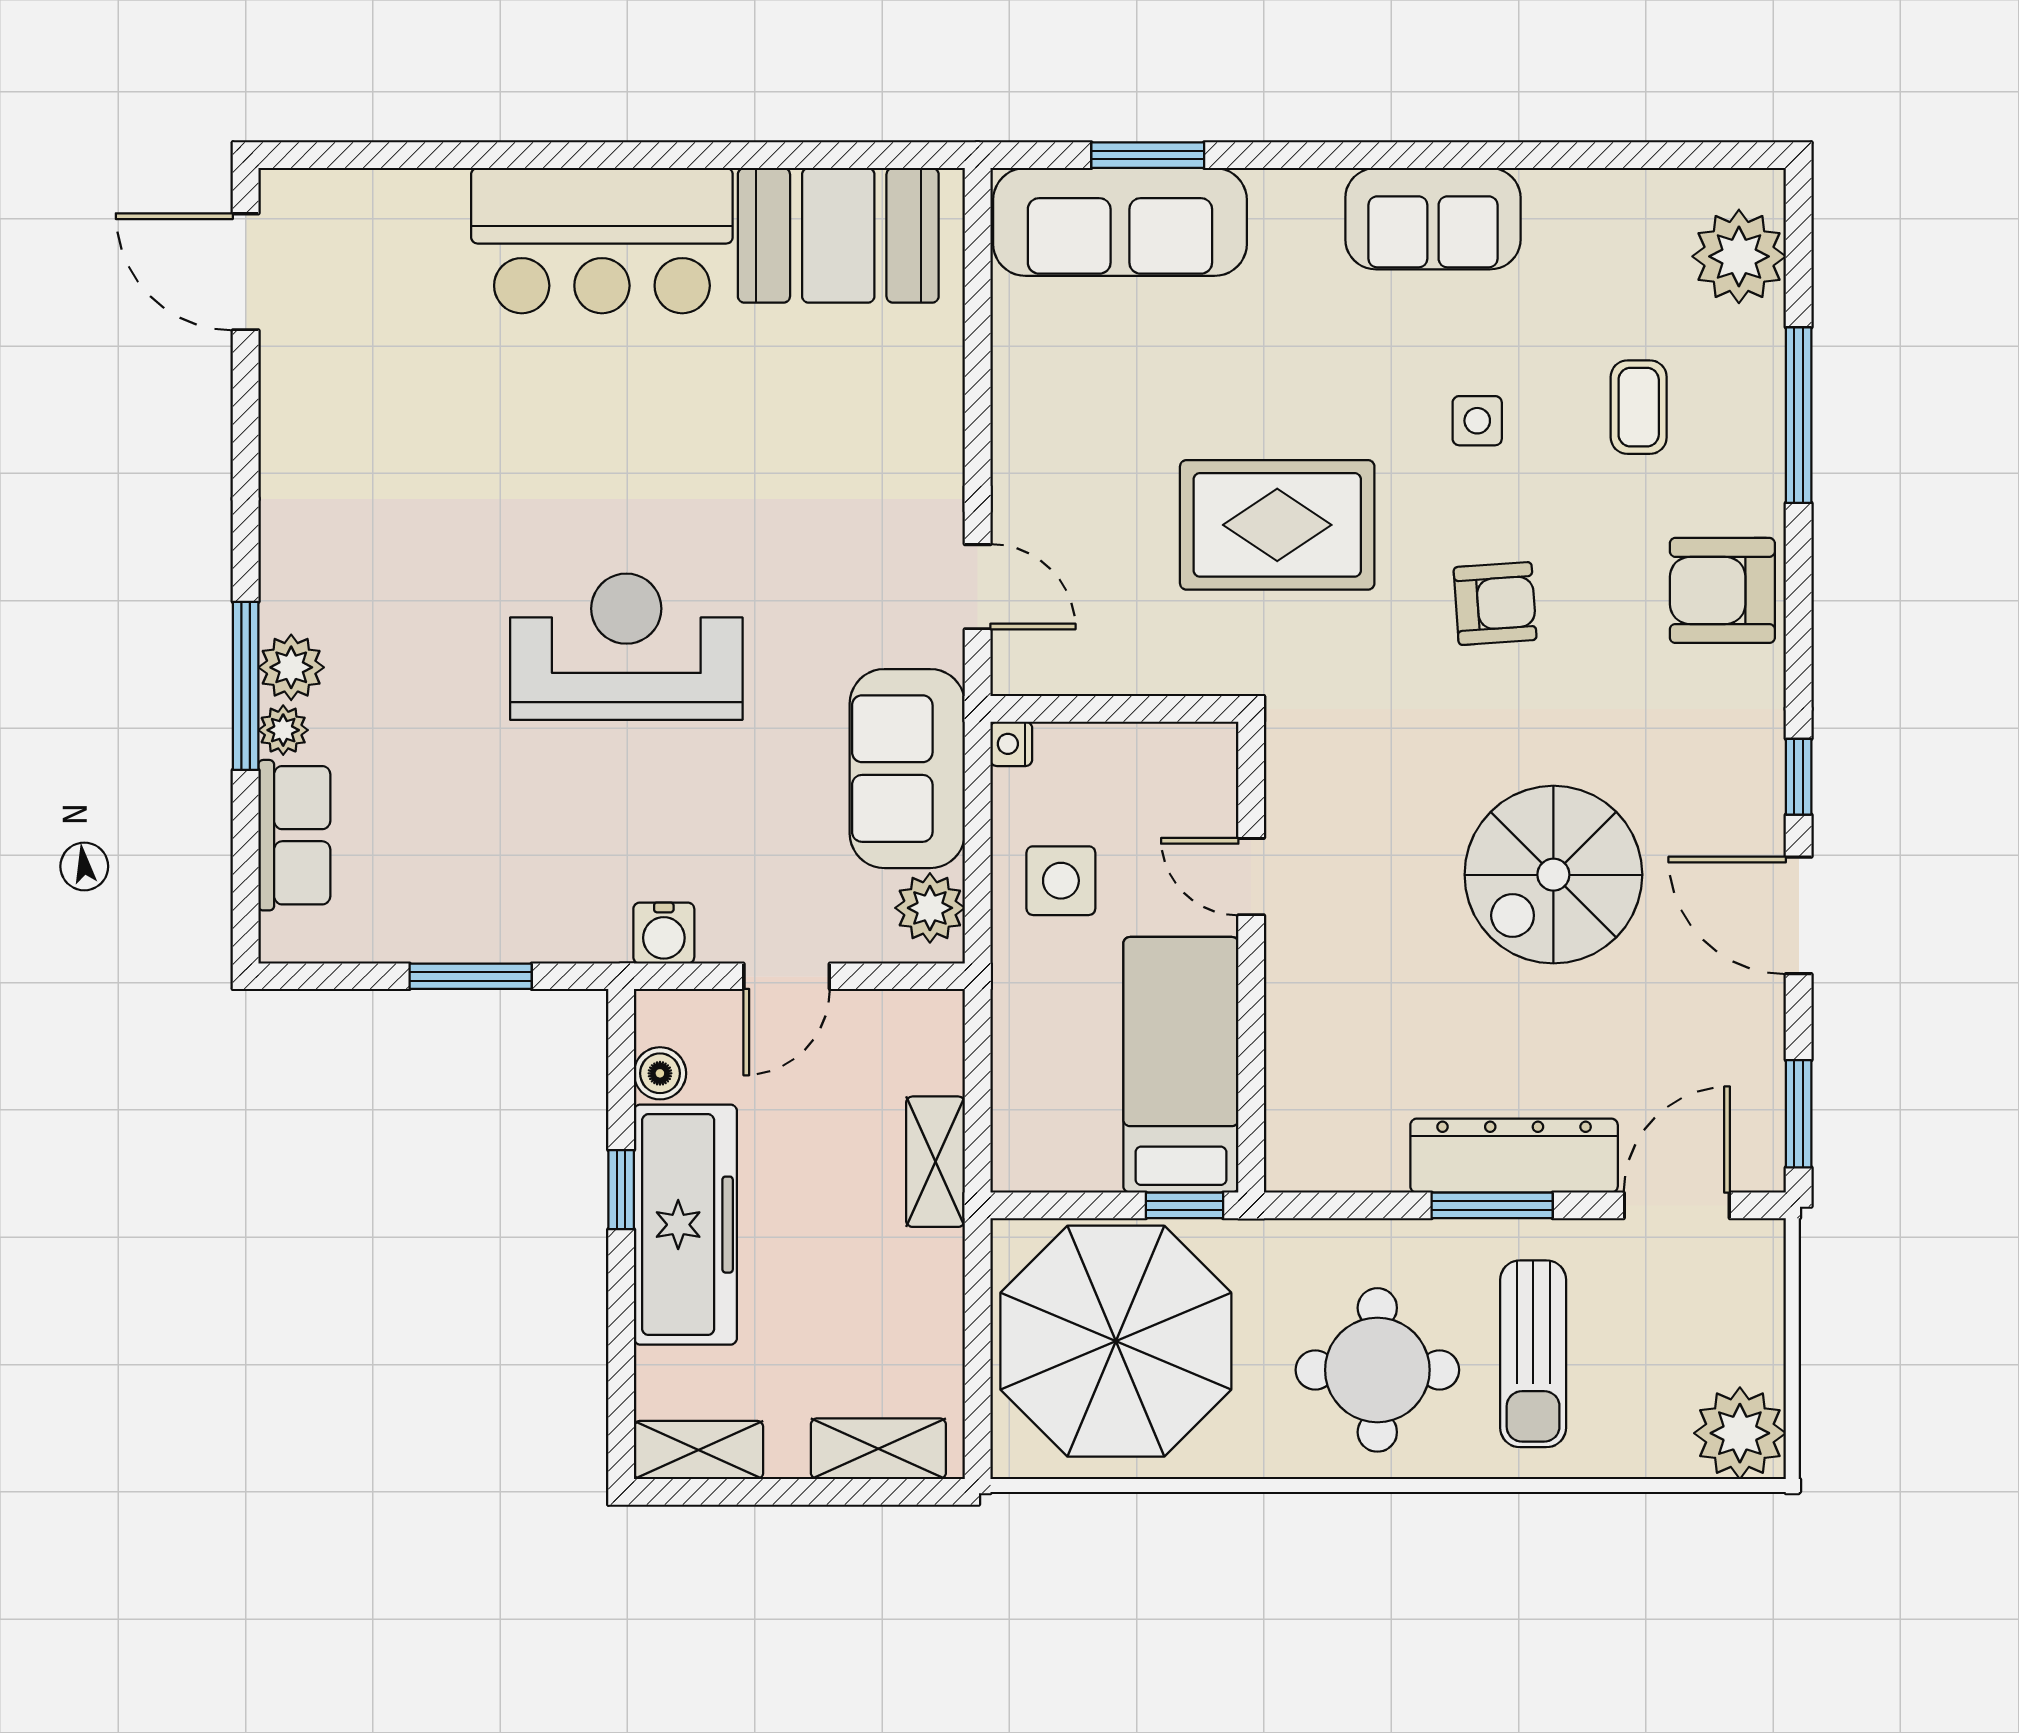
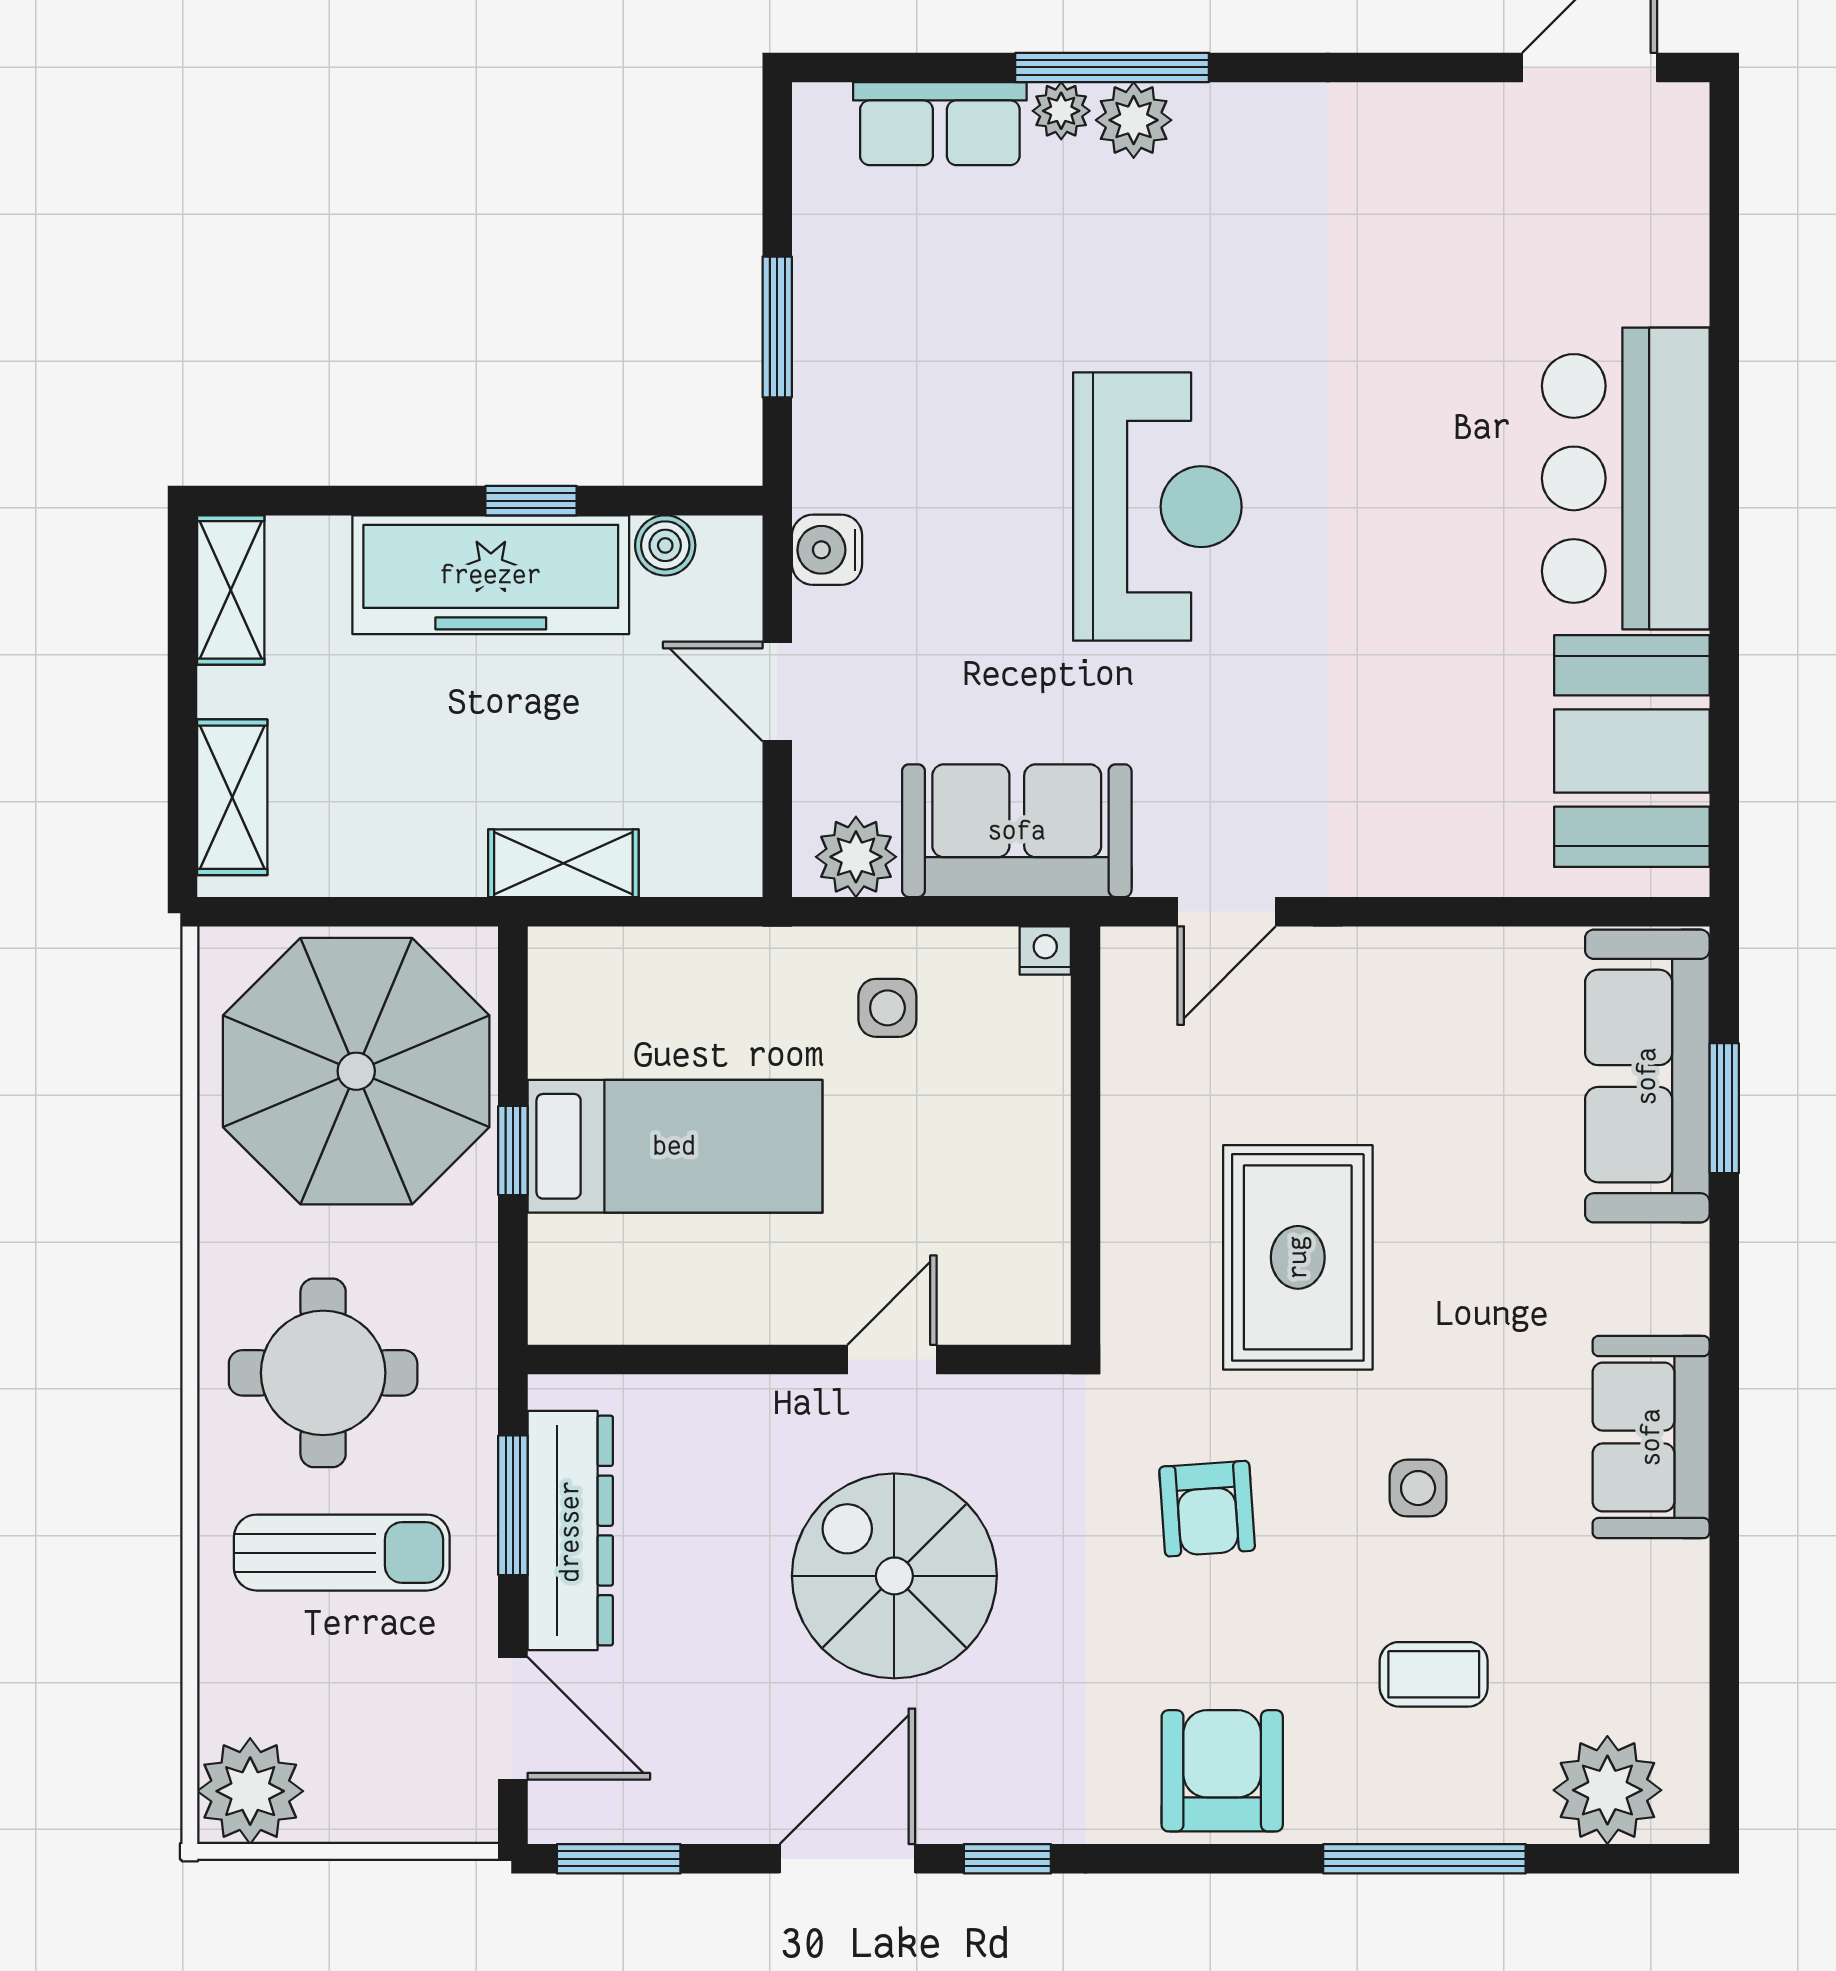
door: (1251, 877) -> (892, 1360), moved
side table: (1061, 881) -> (887, 1008), width x0.73, depth x0.73
wall: (1251, 957) -> (799, 1360), moved
sun lounger: (1533, 1354) -> (342, 1553), turned 180

